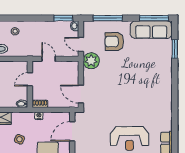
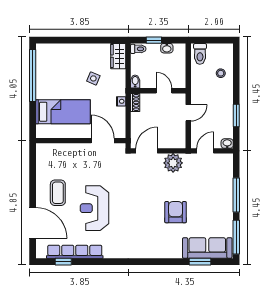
window: (63, 18) -> (236, 116), moved
window: (108, 18) -> (236, 195), moved
sofa: (151, 30) -> (207, 248), moved, turned 90
armchair: (114, 42) -> (176, 212), moved
plant: (91, 61) -> (173, 163), moved

